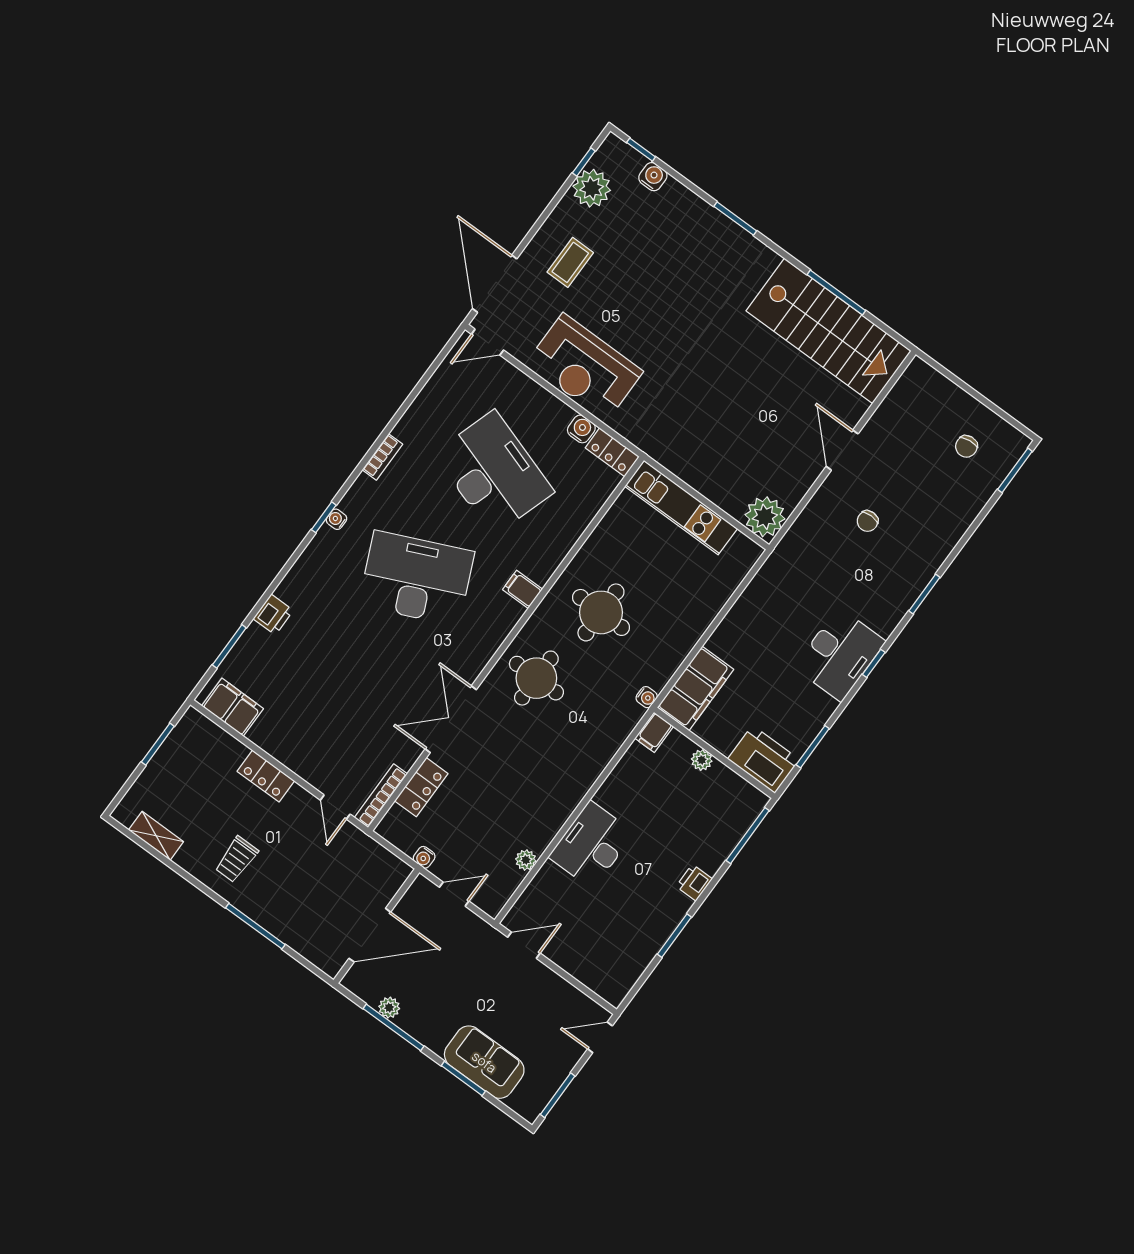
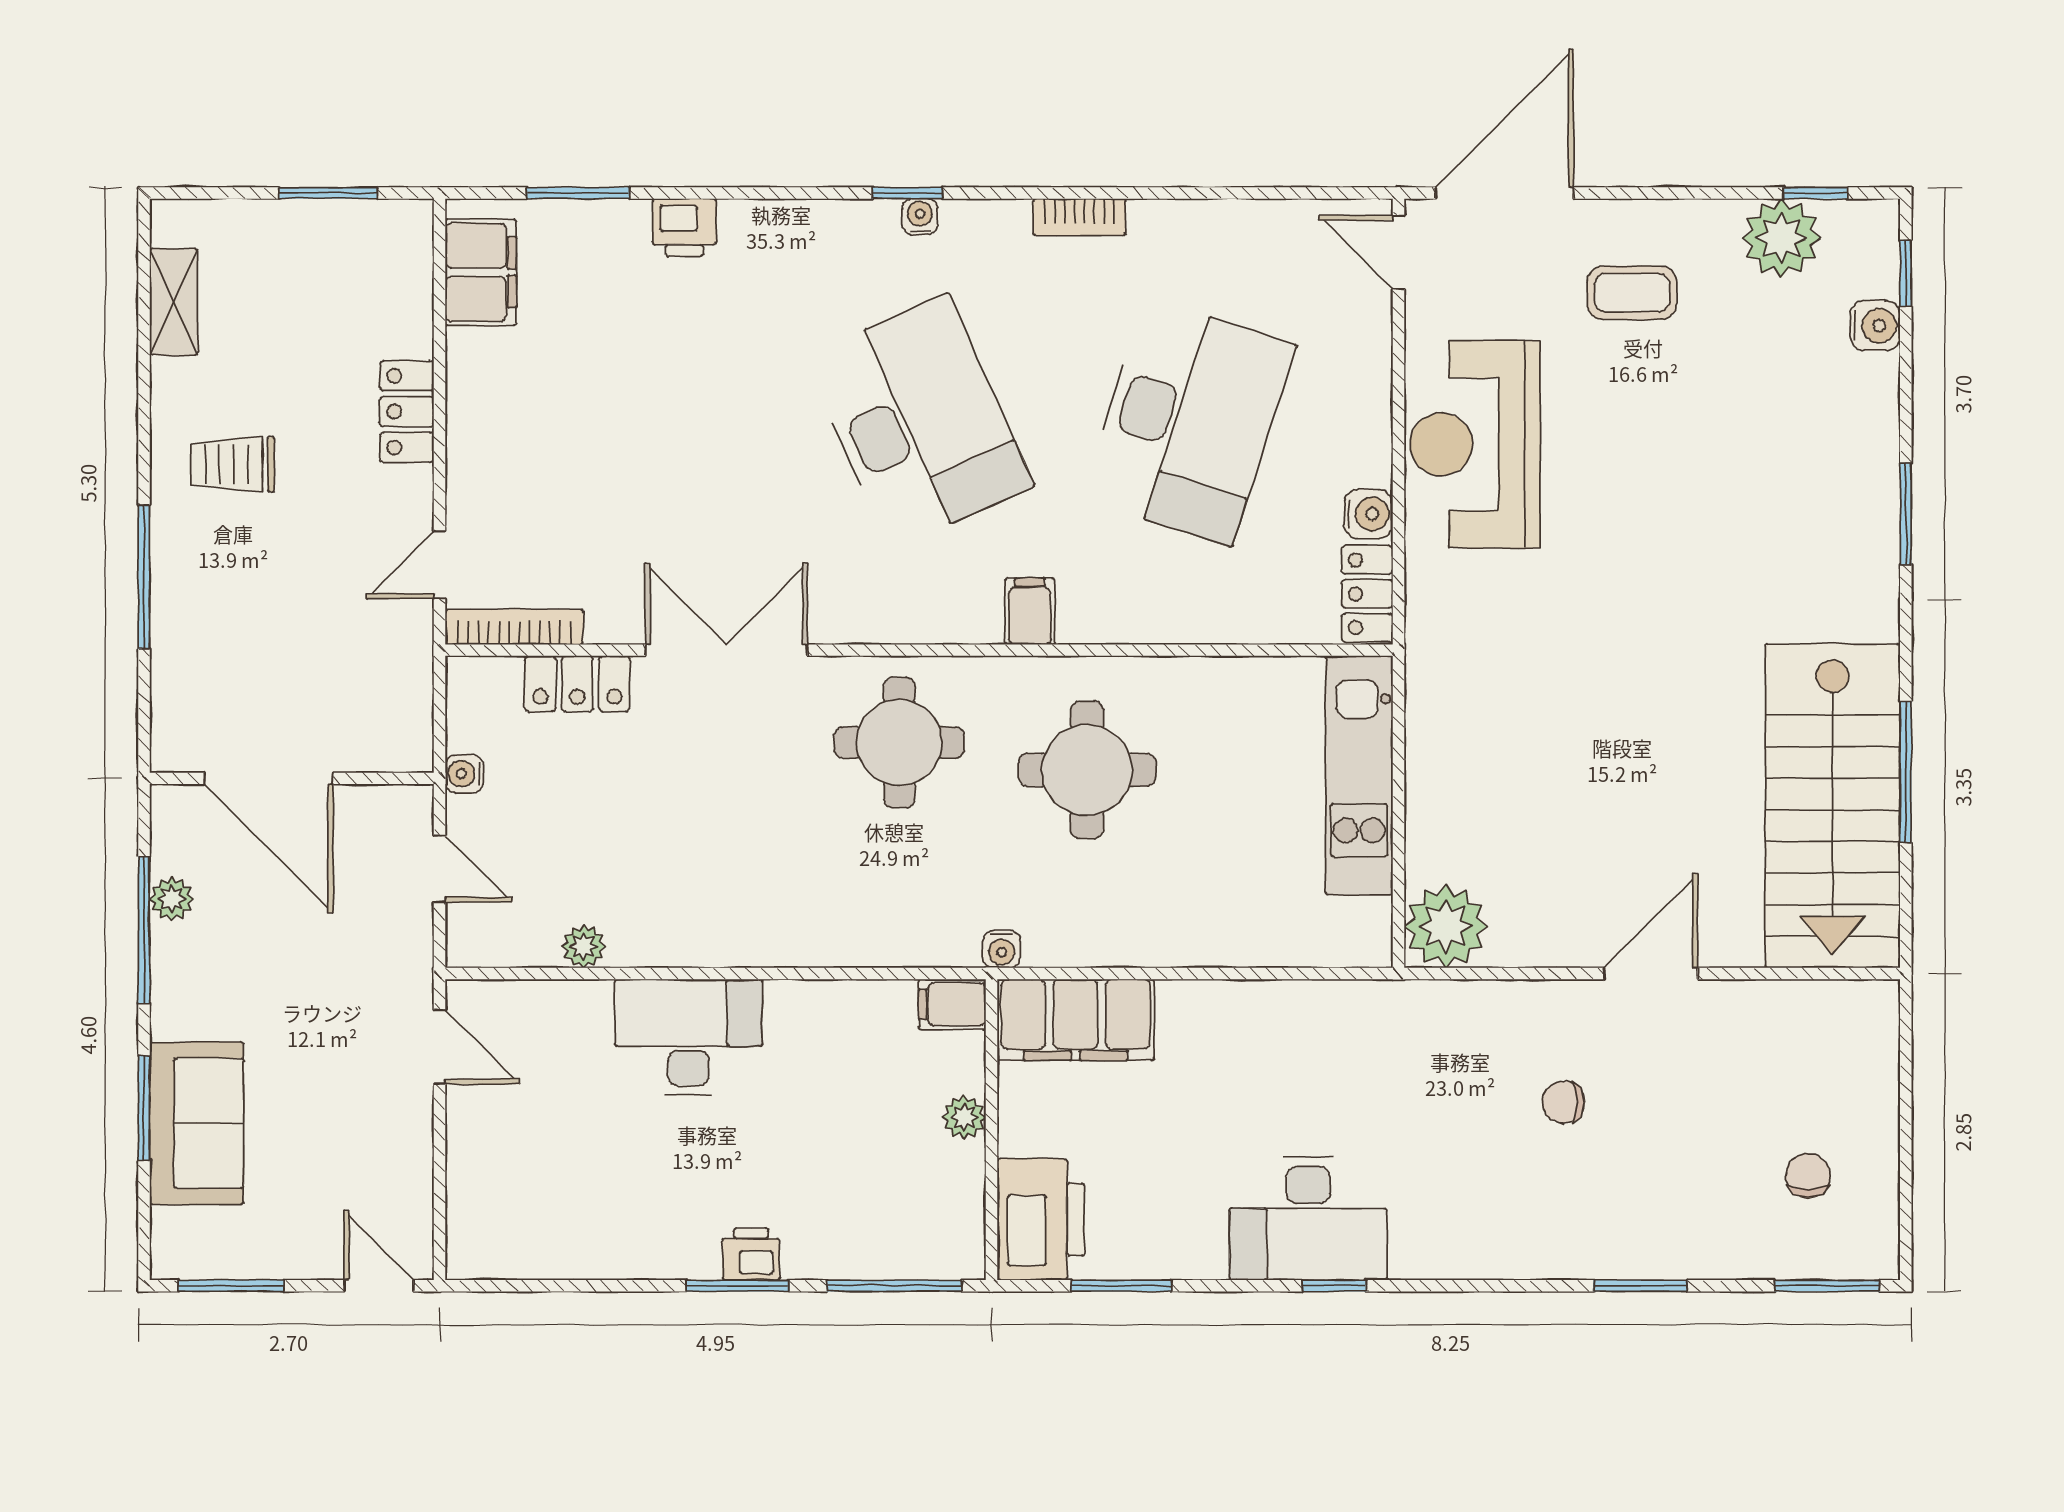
chair: (966, 446) -> (1808, 1176), turned 96
window: (924, 594) -> (1640, 1286), moved
window: (674, 936) -> (738, 1286), moved

